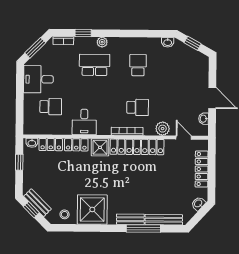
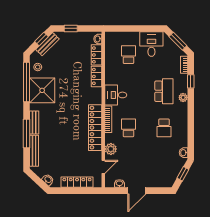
school desk: (138, 65) -> (164, 128), turned 90
school desk: (51, 107) -> (128, 55), turned 180
school desk: (138, 107) -> (128, 128), turned 180
desk: (84, 122) -> (116, 95), moved
shower: (100, 147) -> (94, 96), removed
window: (19, 162) -> (71, 28), moved
window: (82, 228) -> (26, 82), added

